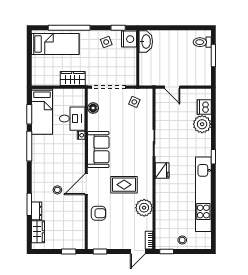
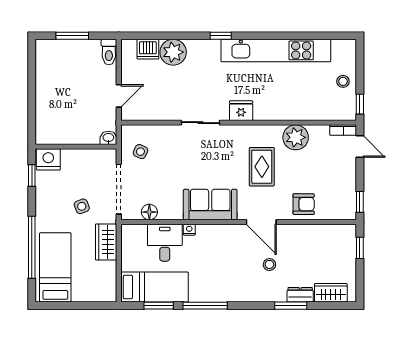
side table: (106, 42) -> (82, 206), moved
washbasin: (146, 42) -> (108, 138), moved, width x0.52, depth x0.69
toilet: (202, 42) -> (109, 52), moved
armchair: (98, 213) -> (304, 204), turned 90

